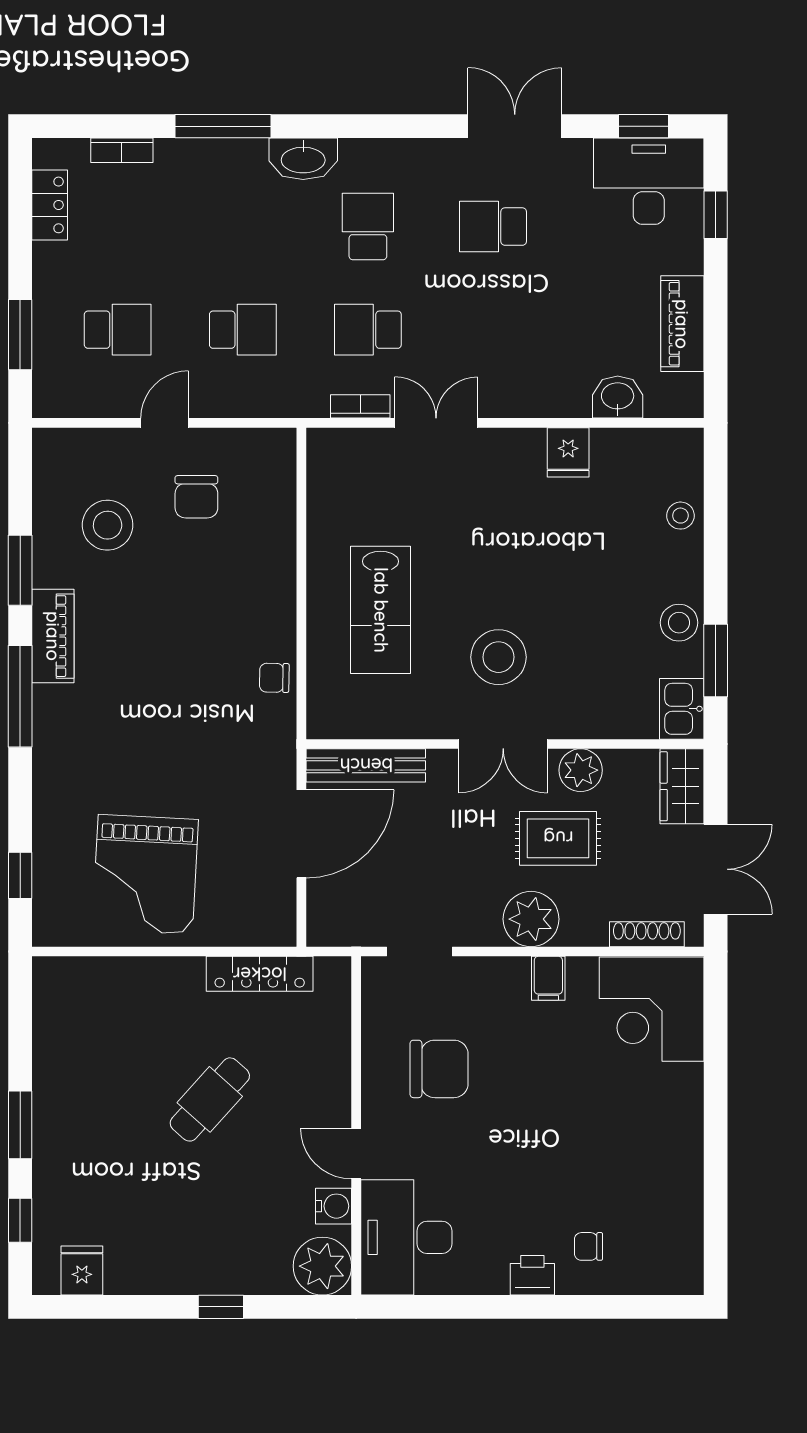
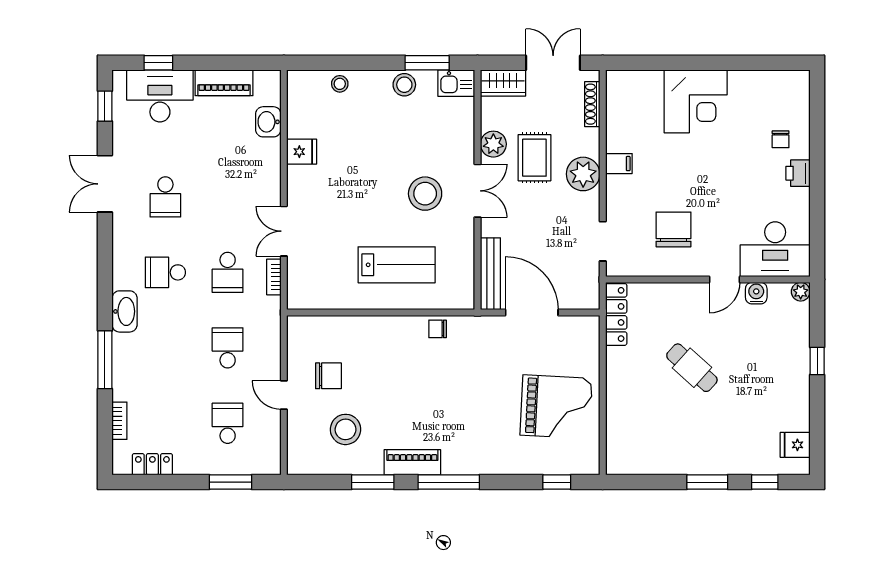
desk: (649, 181) -> (160, 96), moved, turned 90
chair: (274, 678) -> (438, 329), turned 89
locker: (260, 974) -> (616, 314), moved
corner desk: (652, 1009) -> (696, 101), moved
plant: (322, 1266) -> (801, 292), width x0.53, depth x0.53

